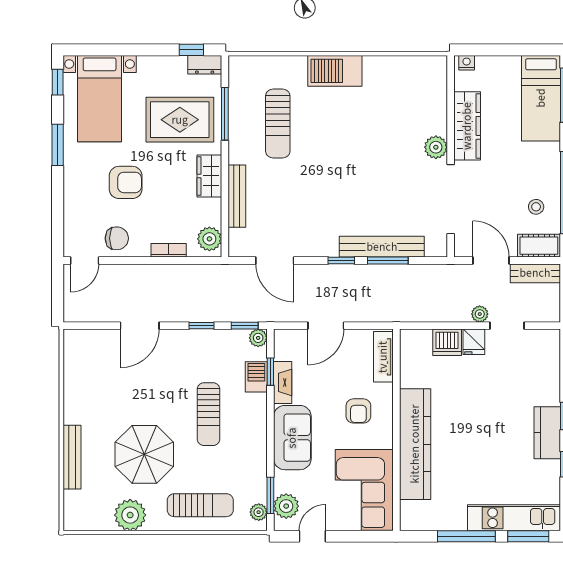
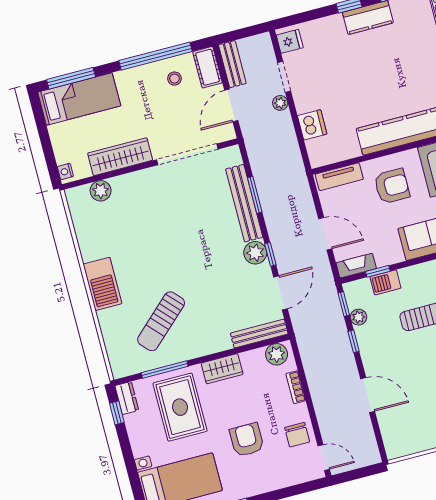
sun lounger: (278, 123) -> (161, 321), turned 137
plant: (436, 147) -> (101, 191), moved
bench: (237, 196) -> (259, 334), moved
chair: (117, 238) -> (297, 435), turned 180
plant: (325, 245) -> (255, 253), added
window: (341, 261) -> (270, 254), moved
plant: (258, 338) -> (359, 317), moved
fridge: (474, 342) -> (290, 41), moved
fireplace: (283, 382) -> (356, 266), moved
armchair: (358, 411) -> (392, 186), width x1.38, depth x1.38

